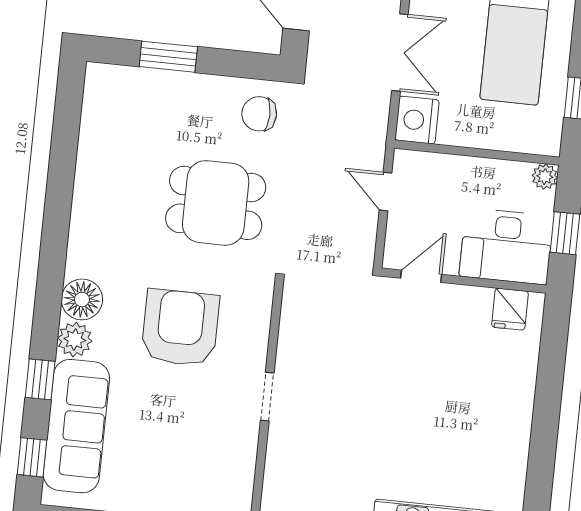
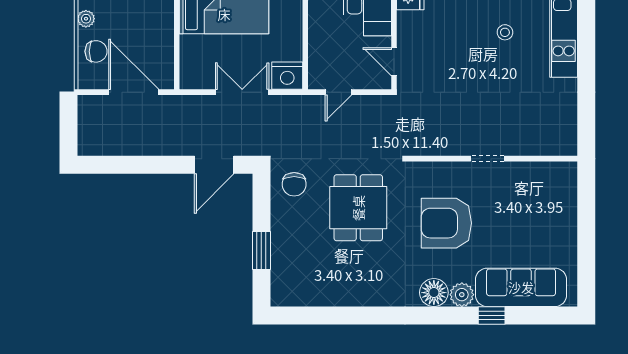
stool: (447, 441) -> (505, 32), added
window: (32, 457) -> (546, 316), removed

